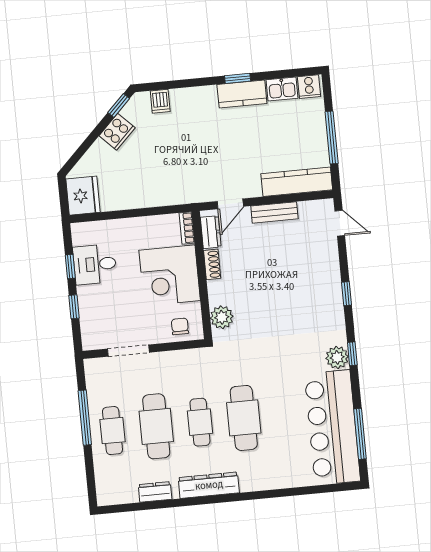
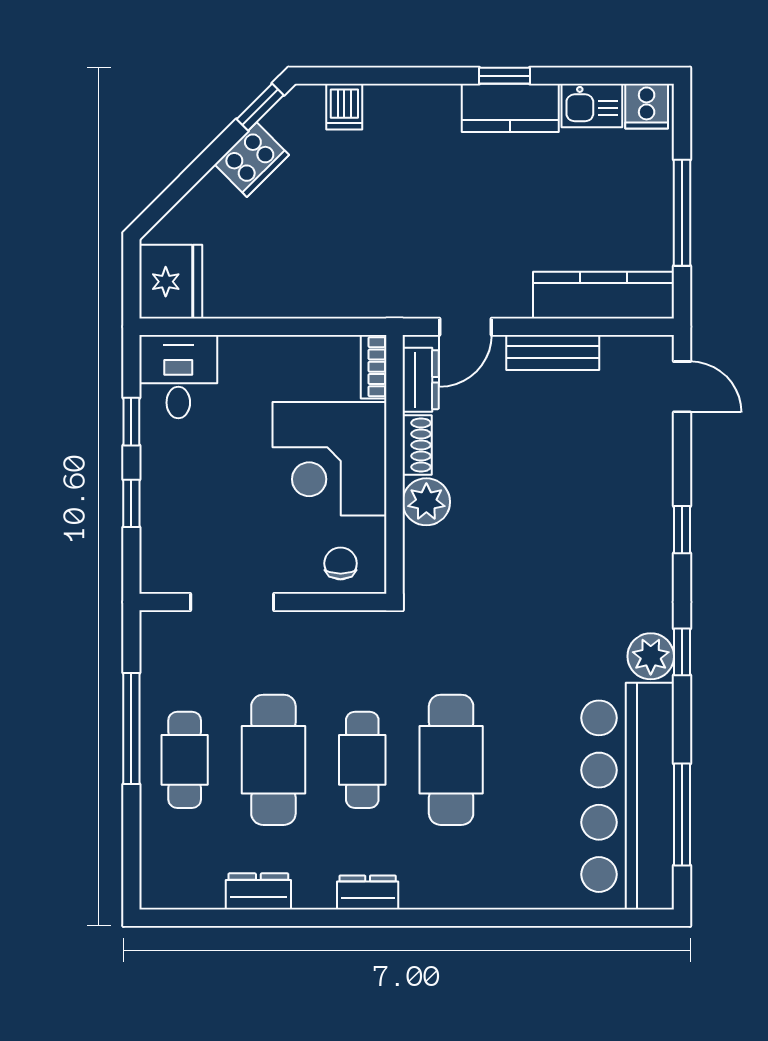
desk: (95, 264) -> (178, 377), moved, turned 90
plant: (222, 317) -> (426, 502), moved
dresser: (209, 485) -> (368, 892), width x0.51, depth x0.80

